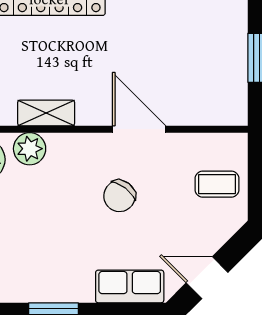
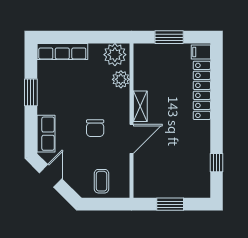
shelving: (46, 113) -> (140, 106), moved
chair: (119, 196) -> (95, 128), turned -128

